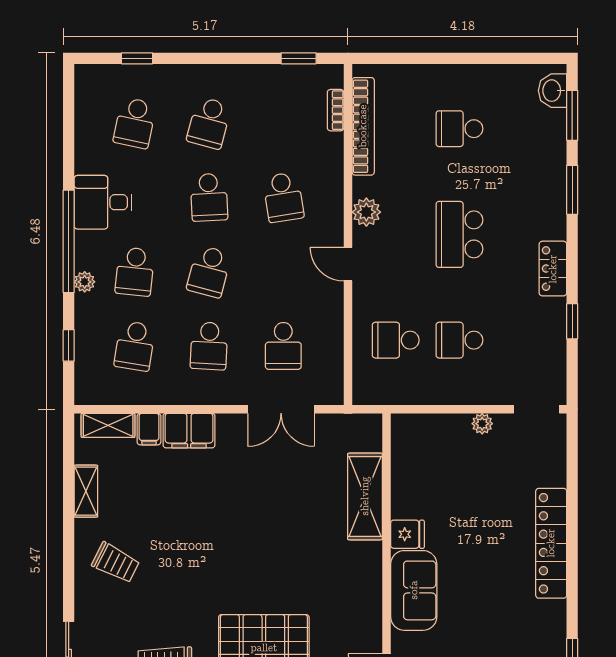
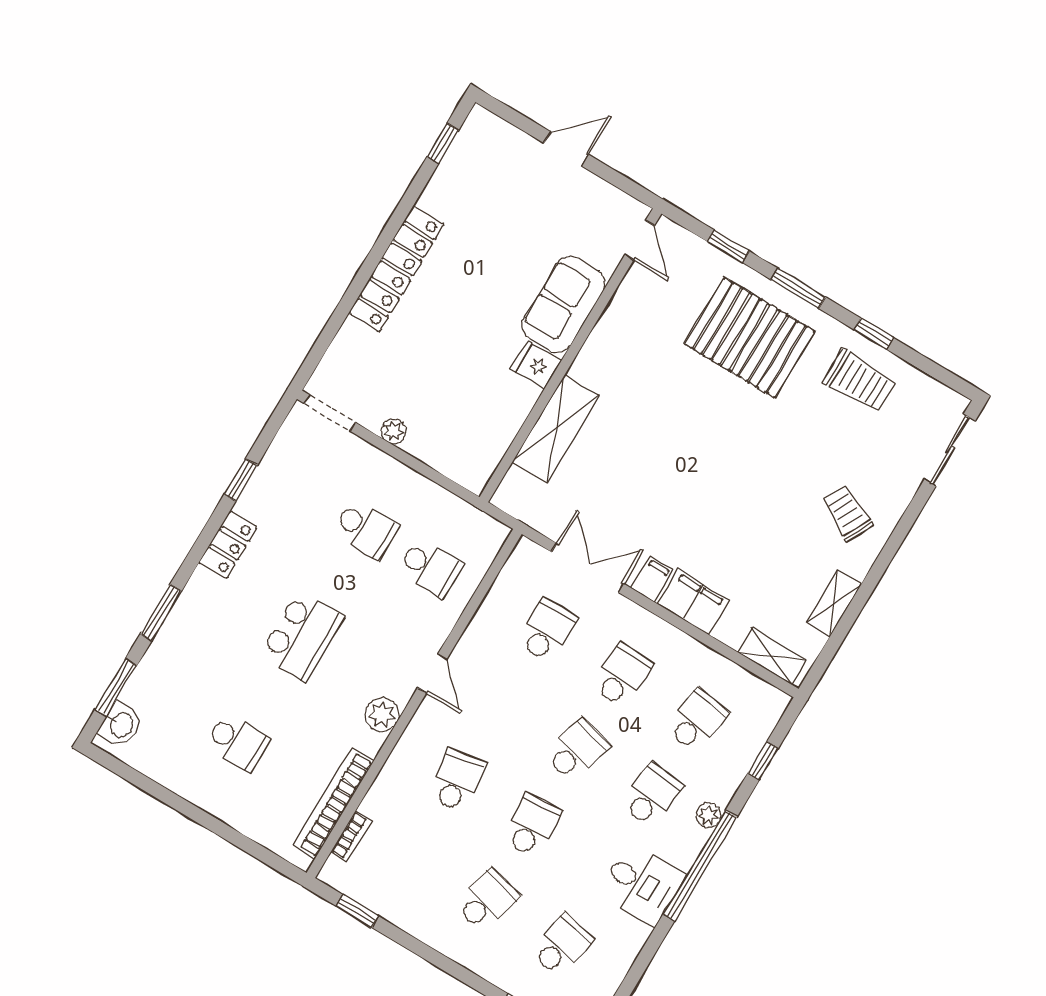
filing cabinet: (149, 429) -> (652, 579), moved

